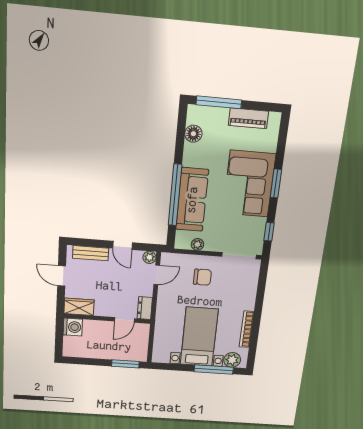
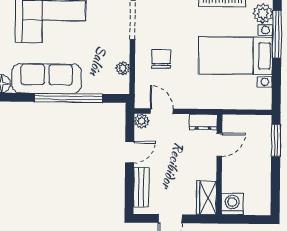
sofa: (192, 200) -> (47, 78), moved
door: (124, 320) -> (219, 145), hinge flipped

